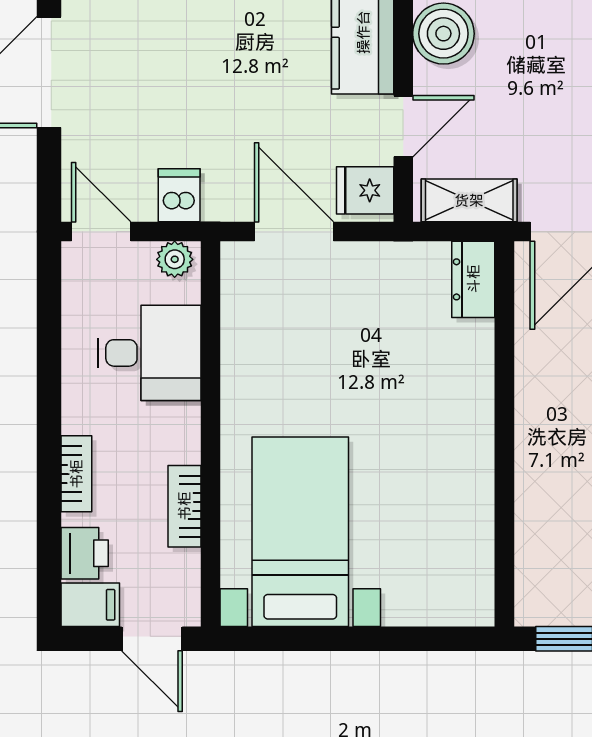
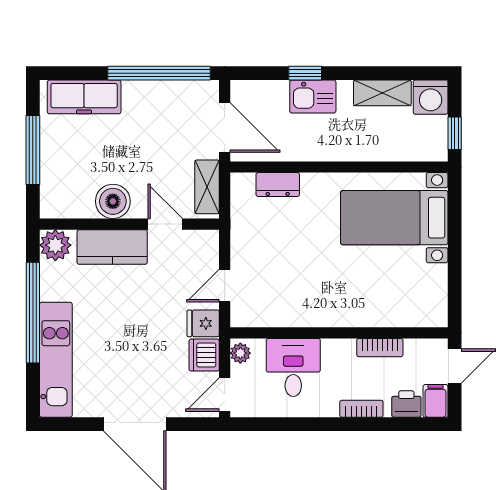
fridge: (365, 190) -> (203, 323), moved, turned 90
dishwasher: (179, 195) -> (204, 355), width x1.38
door: (294, 232) -> (225, 286), width x0.73
dresser: (473, 279) -> (278, 185), moved
bed with nightstands: (300, 532) -> (394, 218), moved

